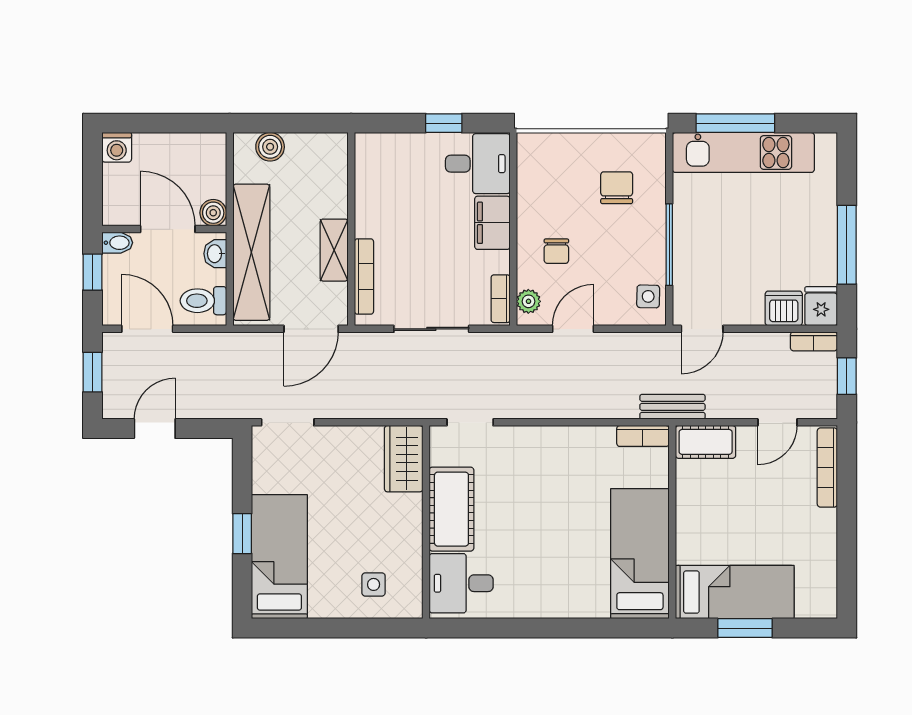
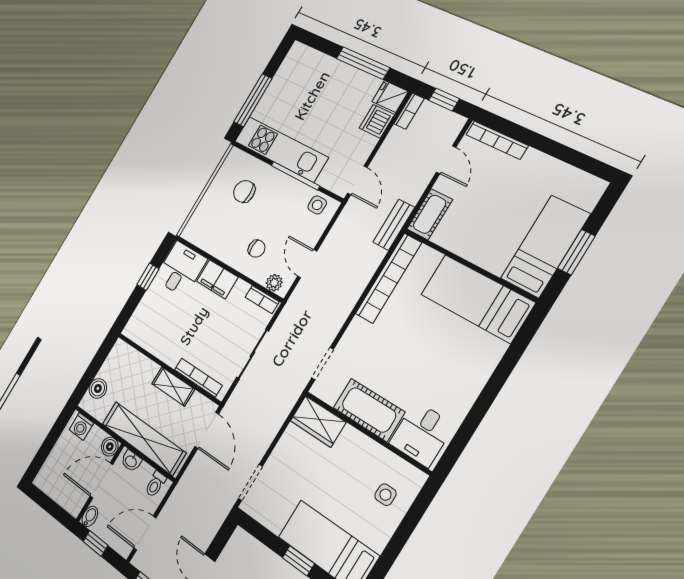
washing machine: (117, 147) -> (81, 426), moved, turned 90
kitchen unit: (743, 152) -> (281, 149), moved, turned -90
toilet: (203, 301) -> (155, 484), width x0.73, depth x0.72
bookcase: (643, 436) -> (388, 278), width x2.31, depth x1.31

